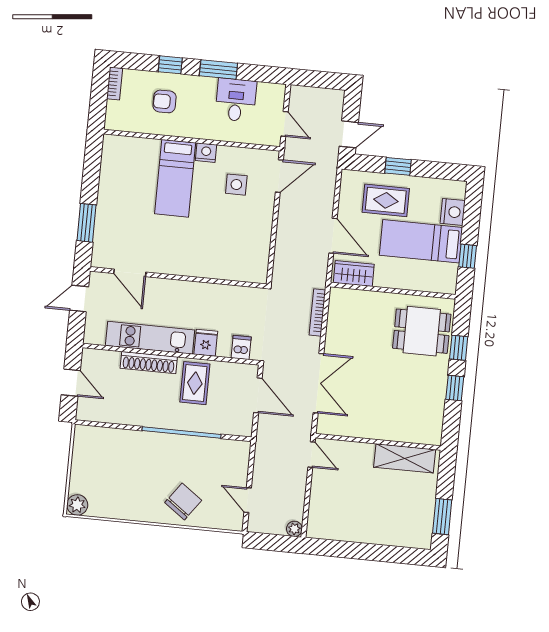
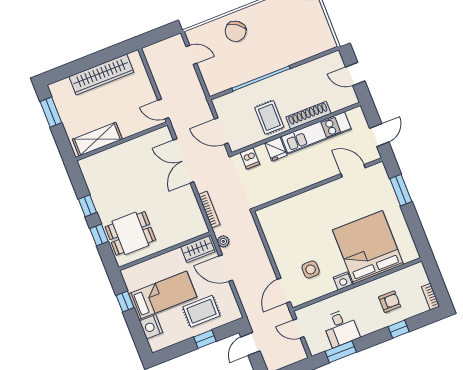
window: (218, 69) -> (341, 352), moved
bed: (175, 178) -> (368, 247), width x2.04
plant: (294, 529) -> (223, 241), moved
wardrobe: (362, 530) -> (101, 74), added

